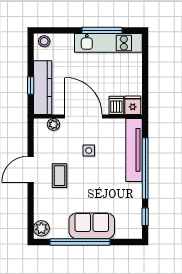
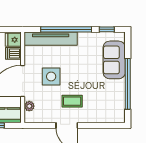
side table: (89, 151) -> (51, 77), width x1.87, depth x1.87
sofa: (92, 226) -> (114, 60), moved
plant: (41, 228) -> (116, 116), removed

